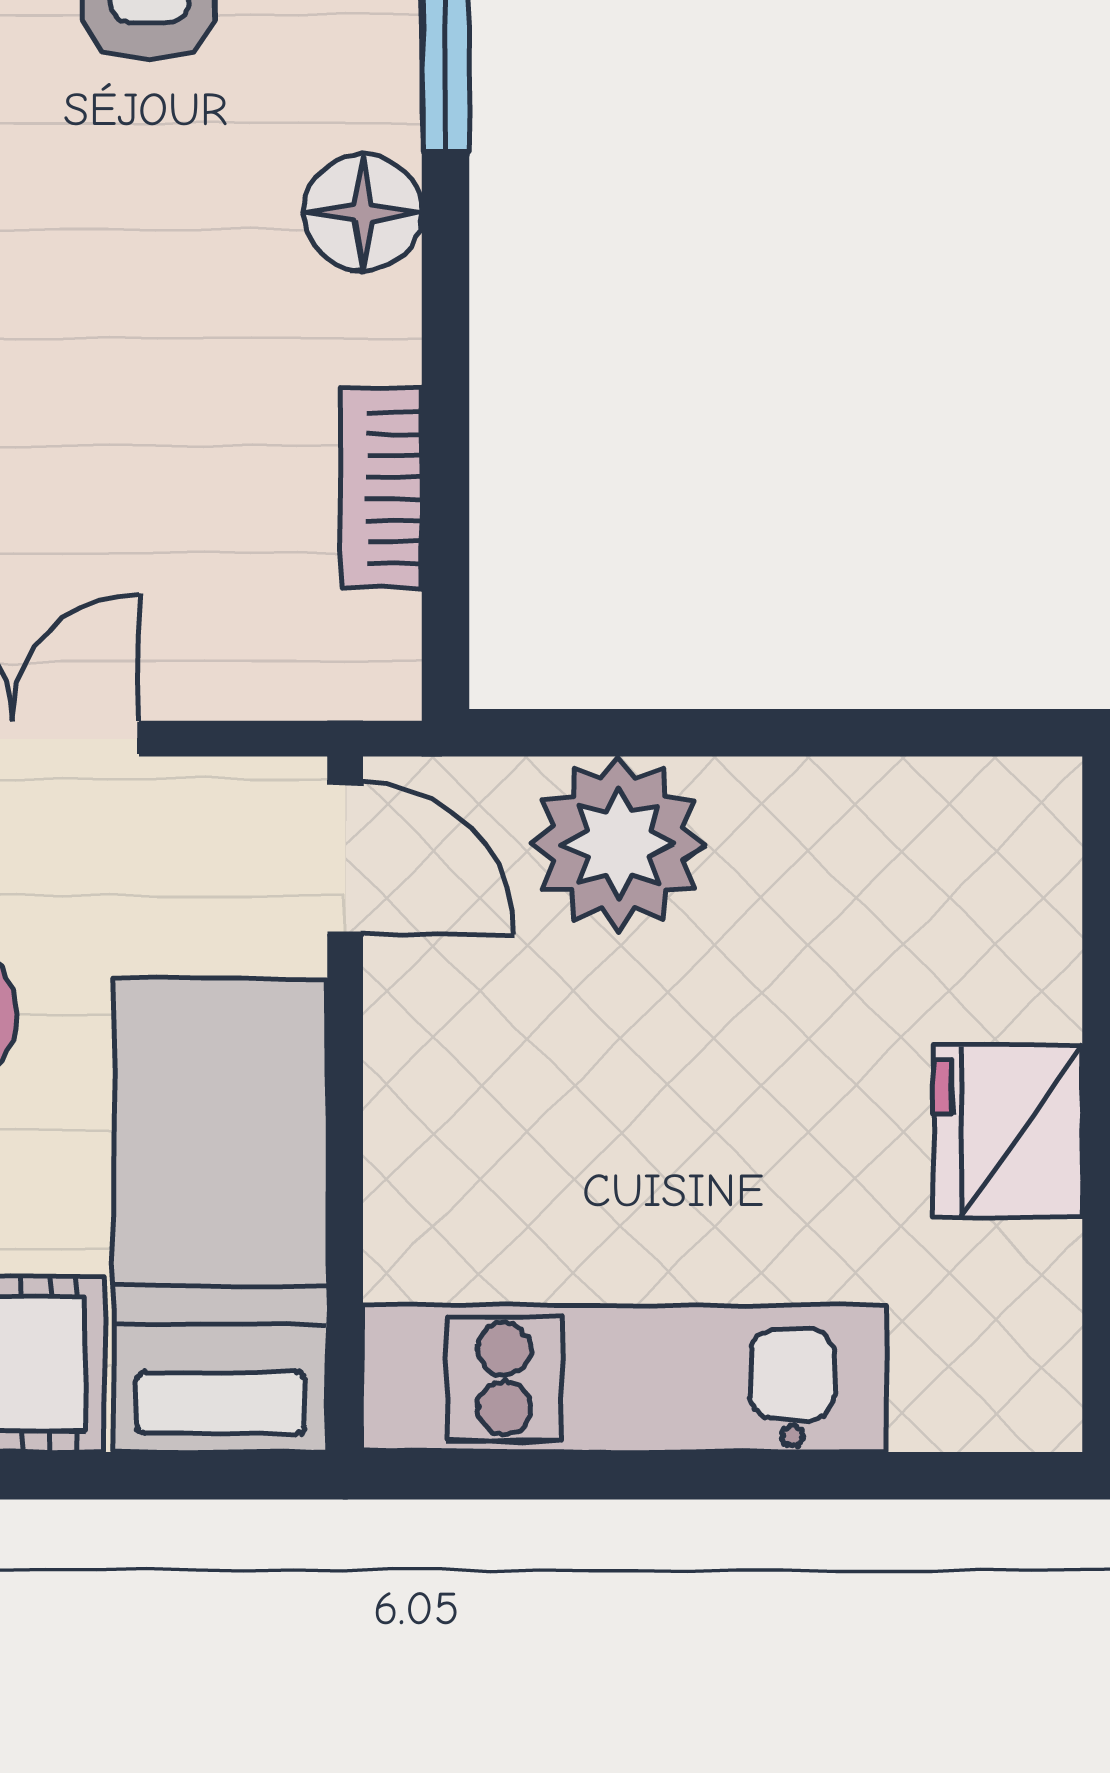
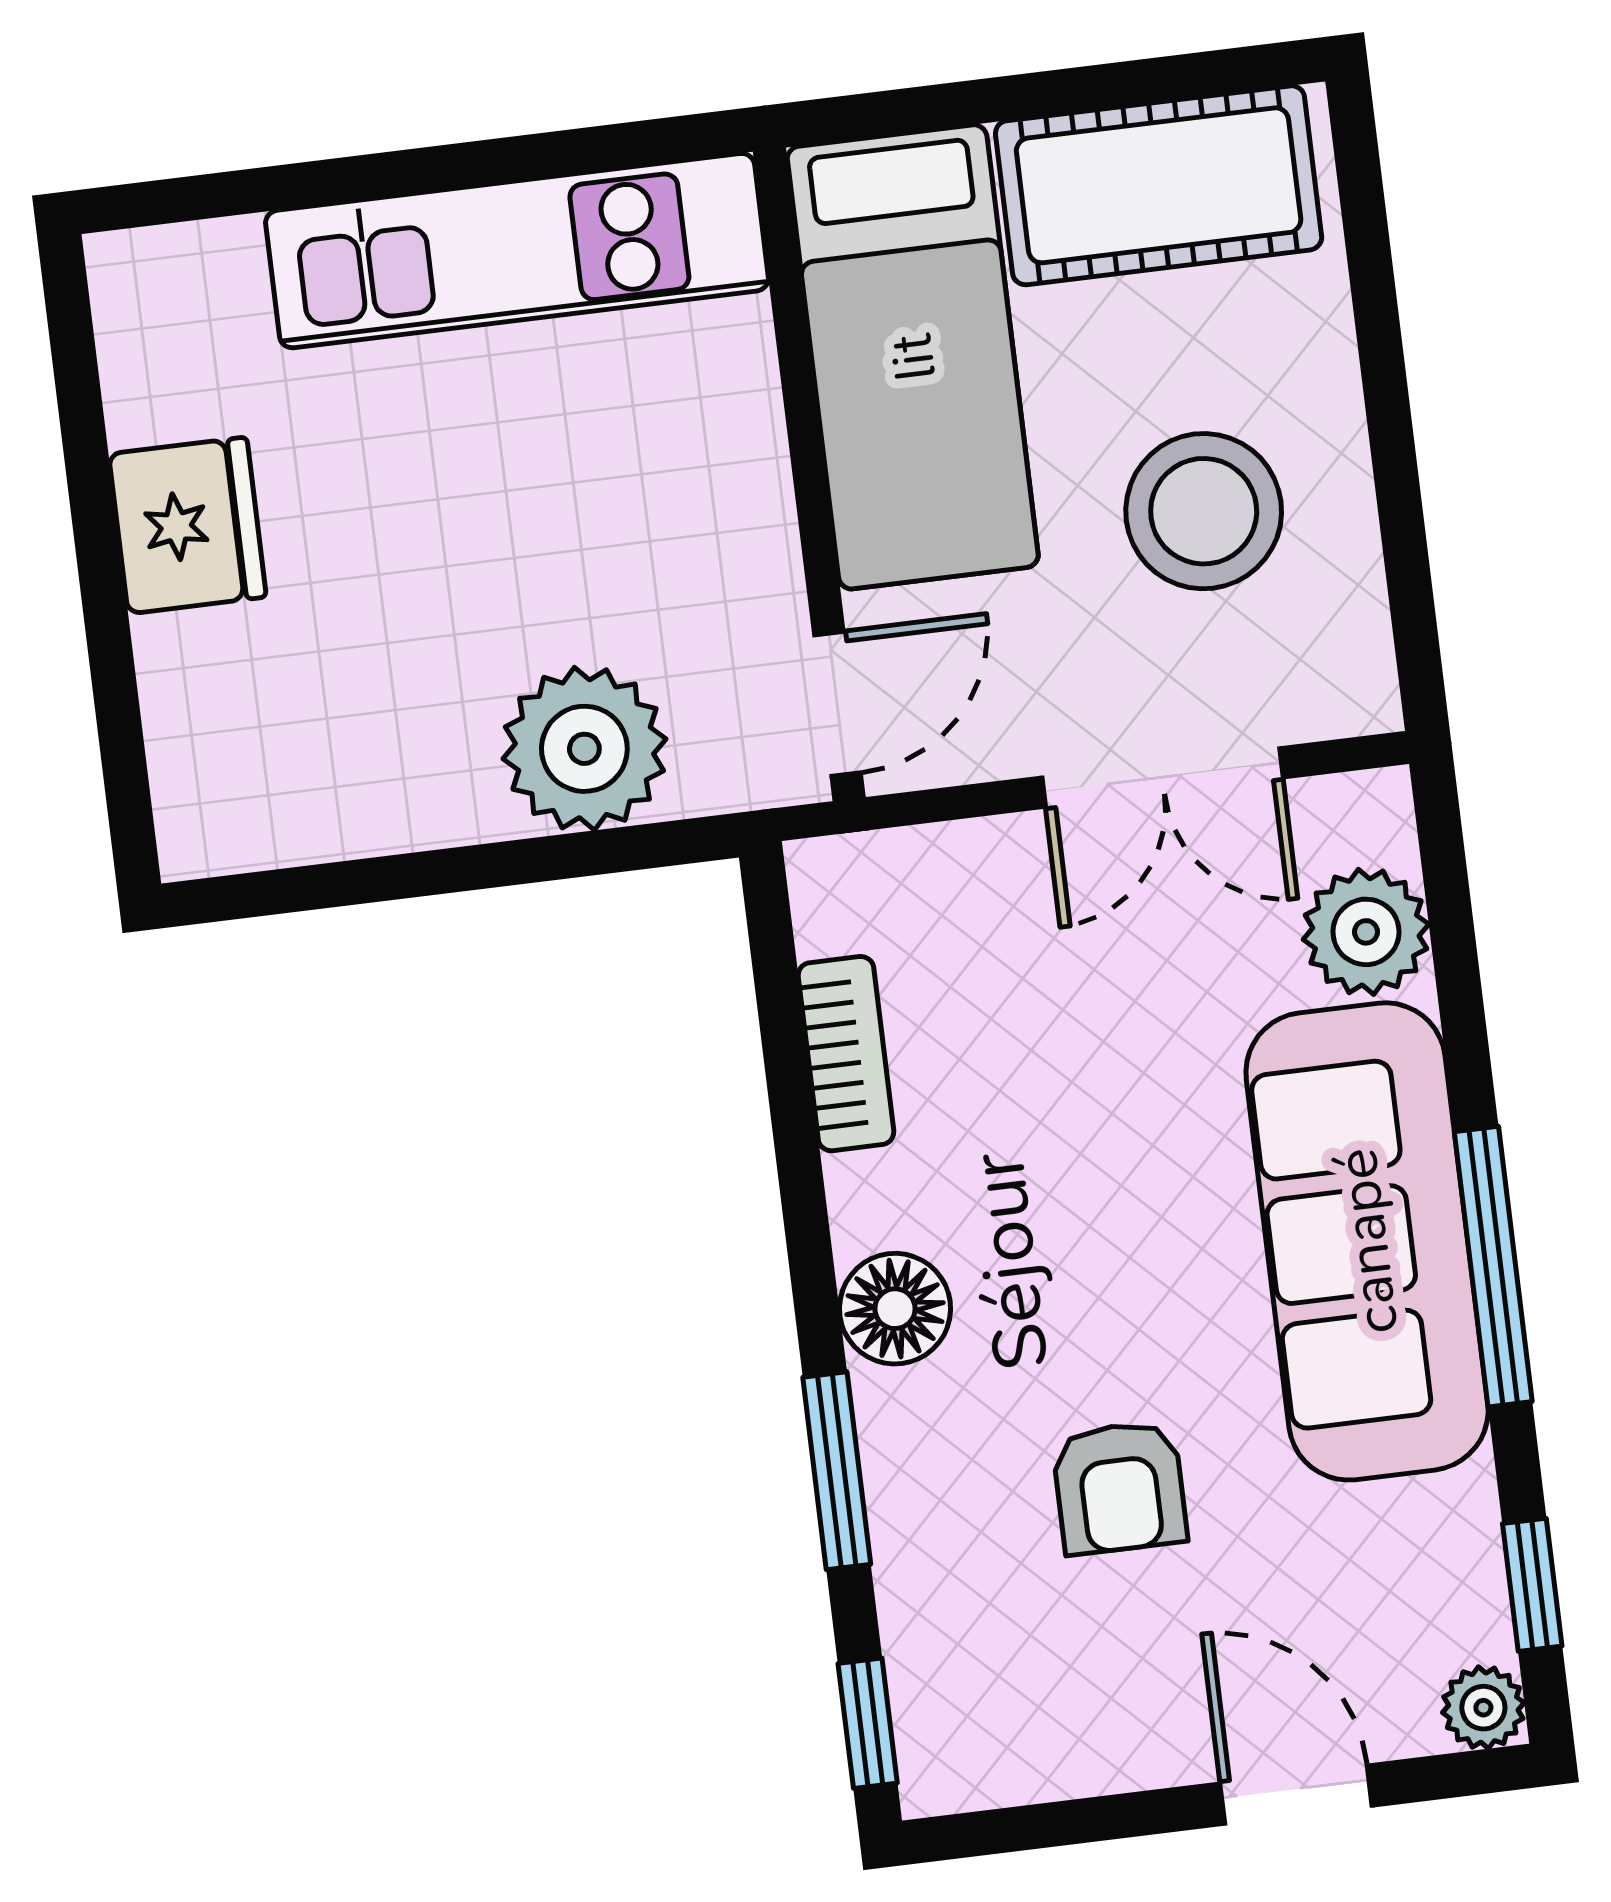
door: (345, 859) -> (837, 704), swing flipped

